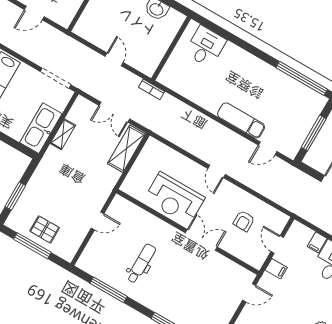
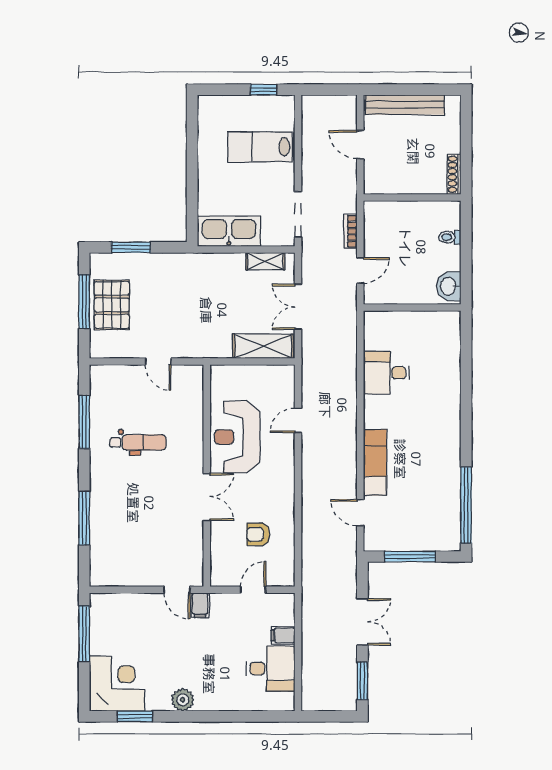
desk: (205, 47) -> (386, 373), moved, turned 180
wall: (171, 48) -> (412, 308), moved
bookcase: (152, 89) -> (350, 231), moved
shelving: (63, 134) -> (265, 261), moved
door: (217, 171) -> (298, 420), moved
pallet: (45, 229) -> (112, 305), width x1.50, depth x1.42
filing cabinet: (276, 269) -> (200, 605), moved

